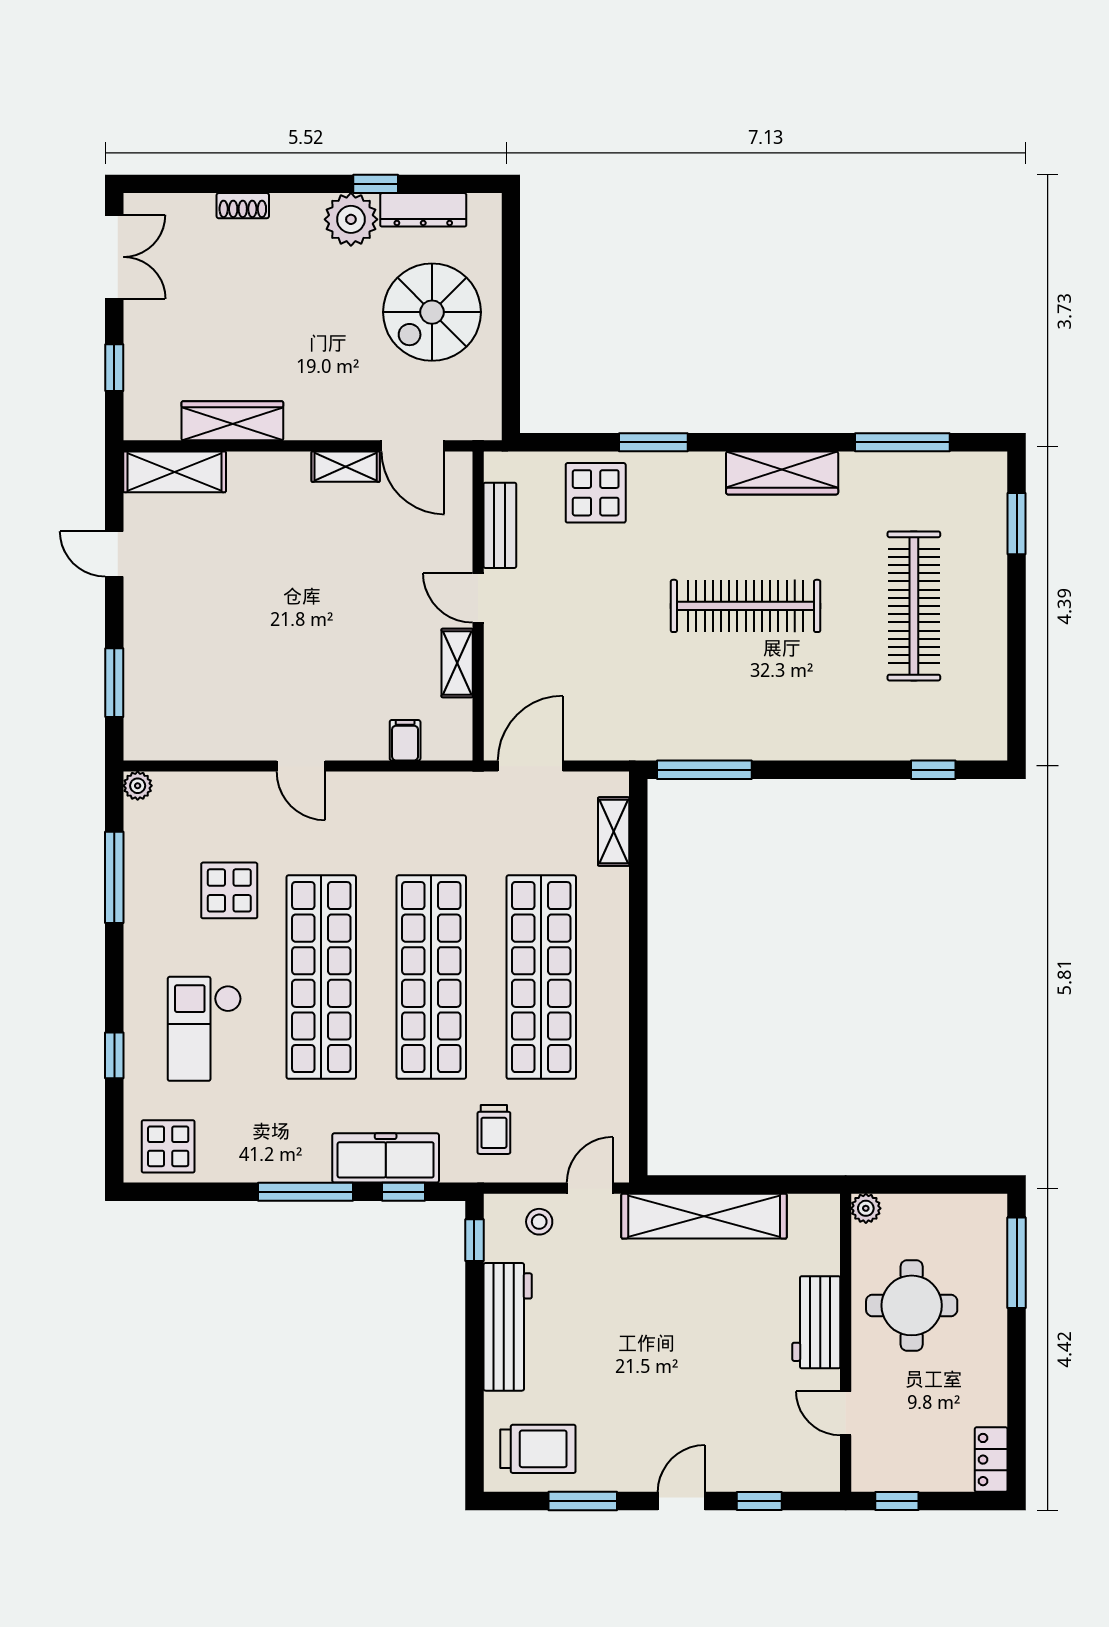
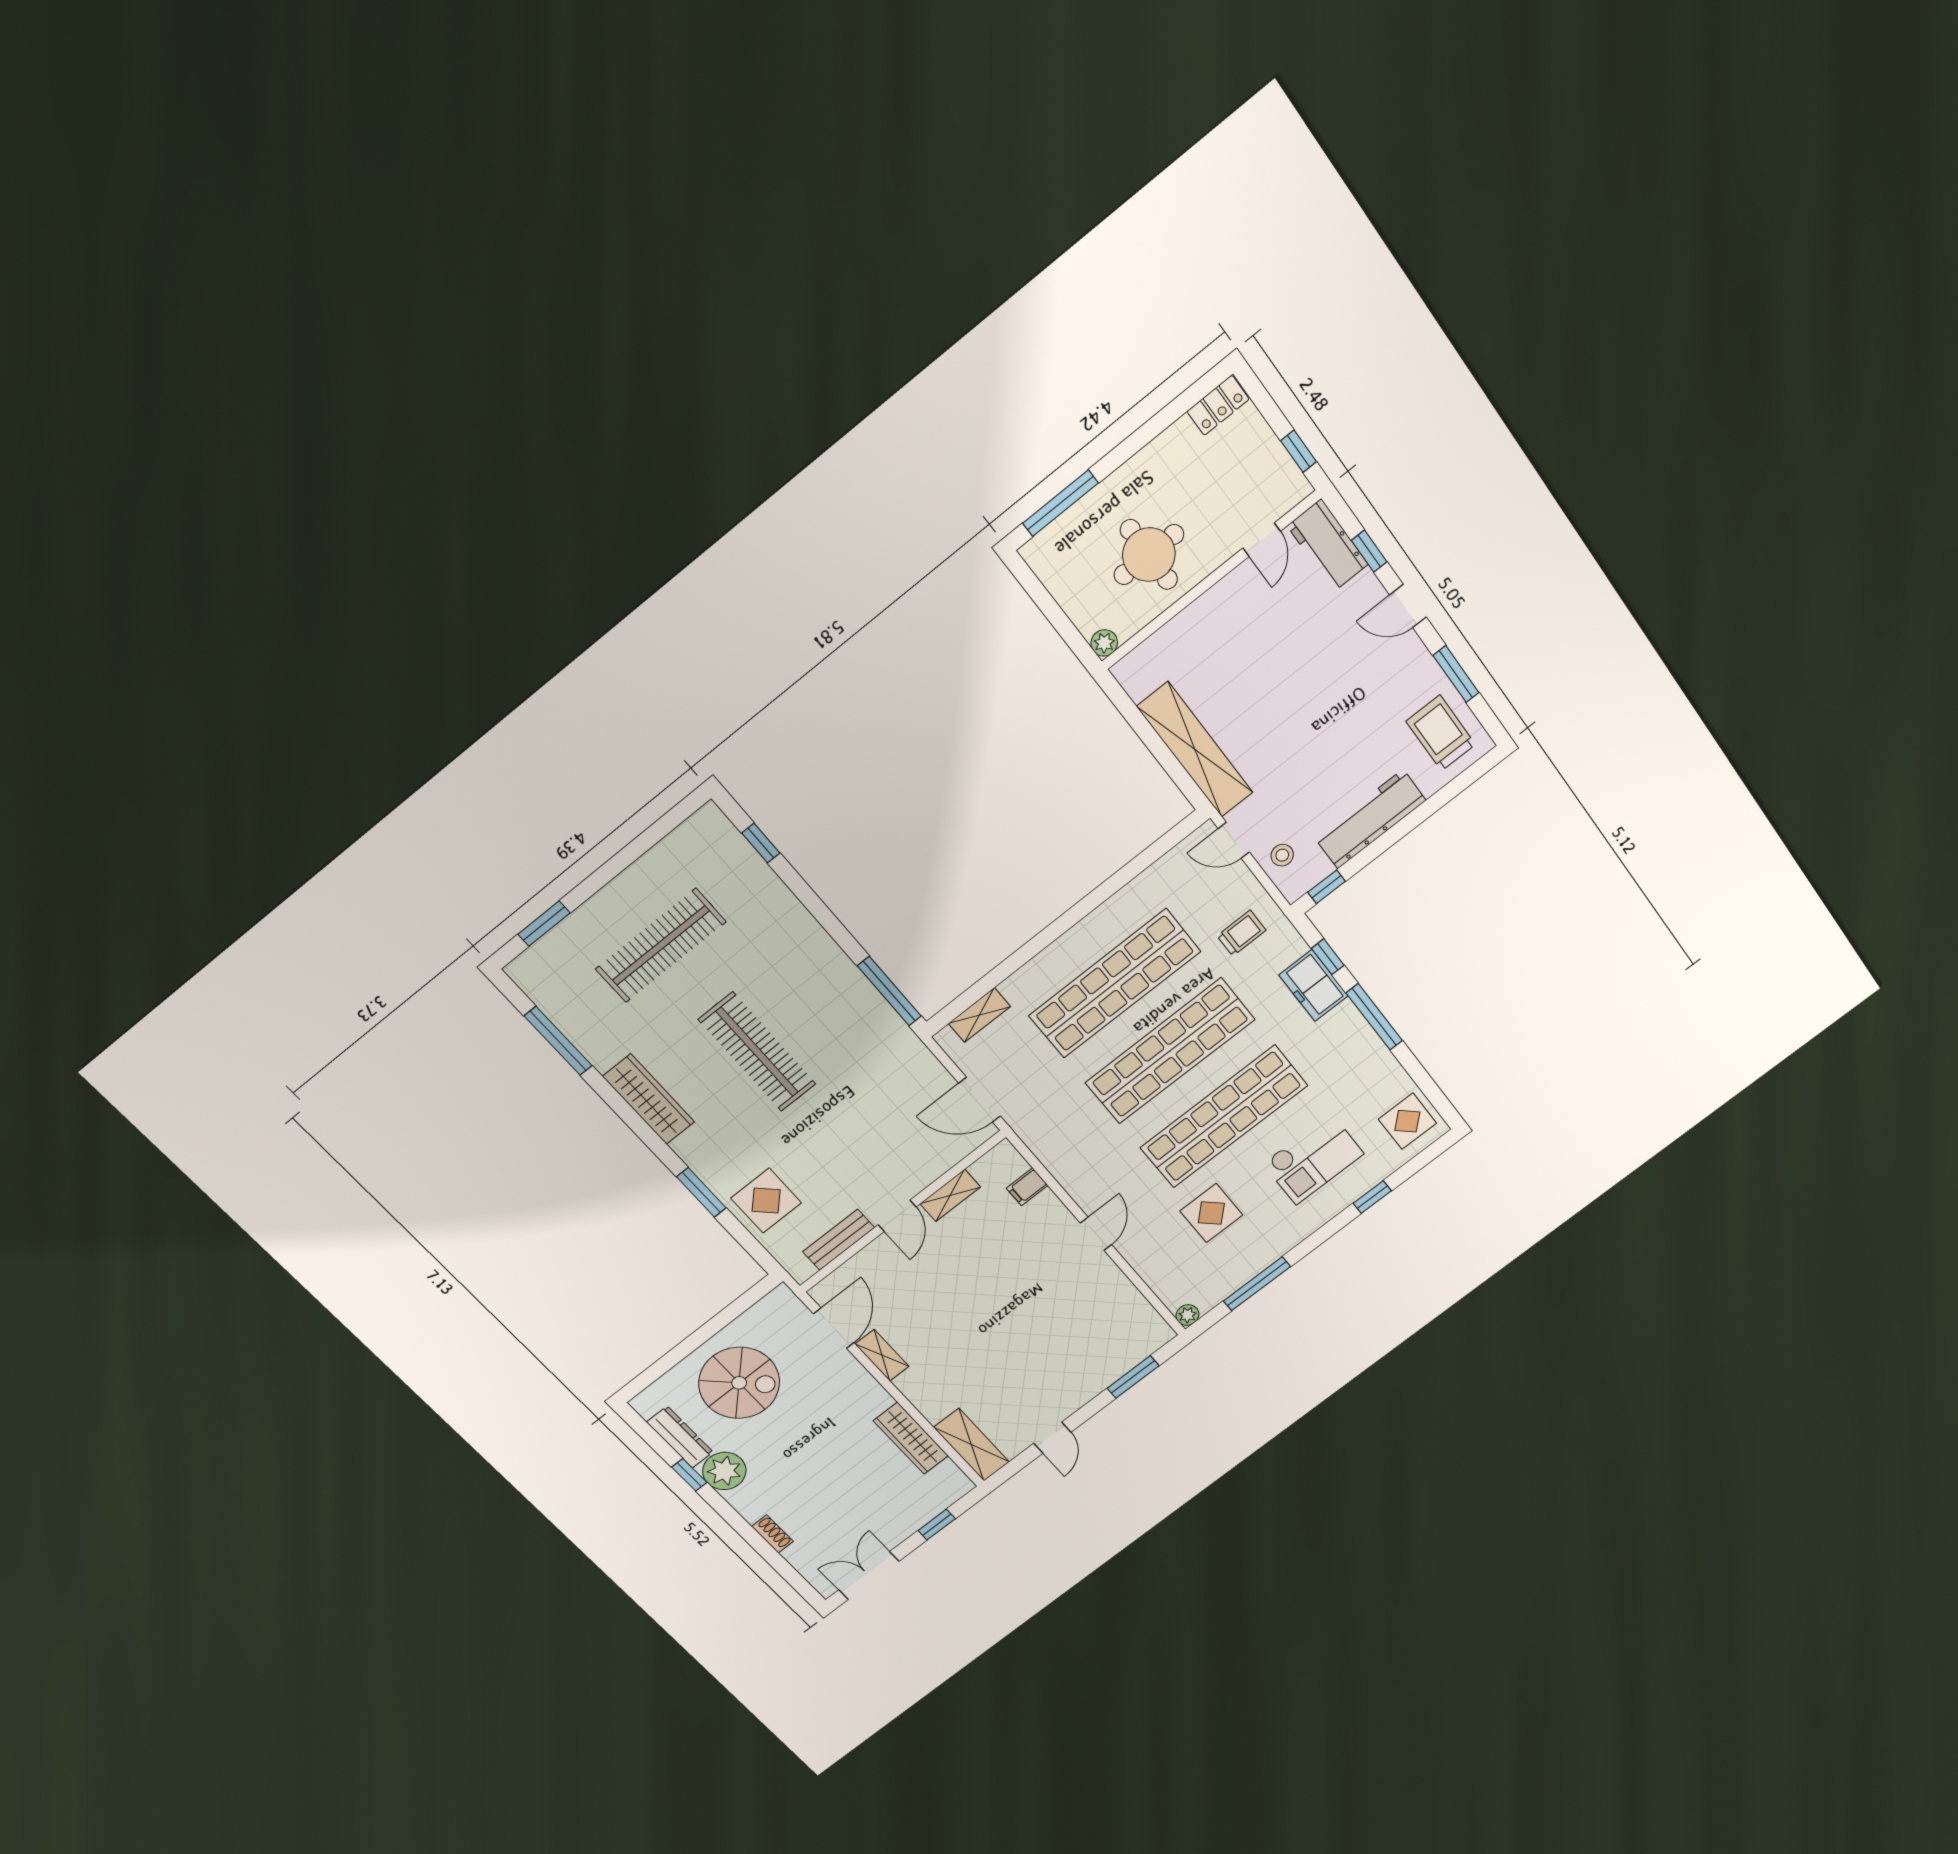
freezer: (386, 1158) -> (1314, 985), width x0.71
workbench: (816, 1322) -> (1328, 545), moved, turned 90

